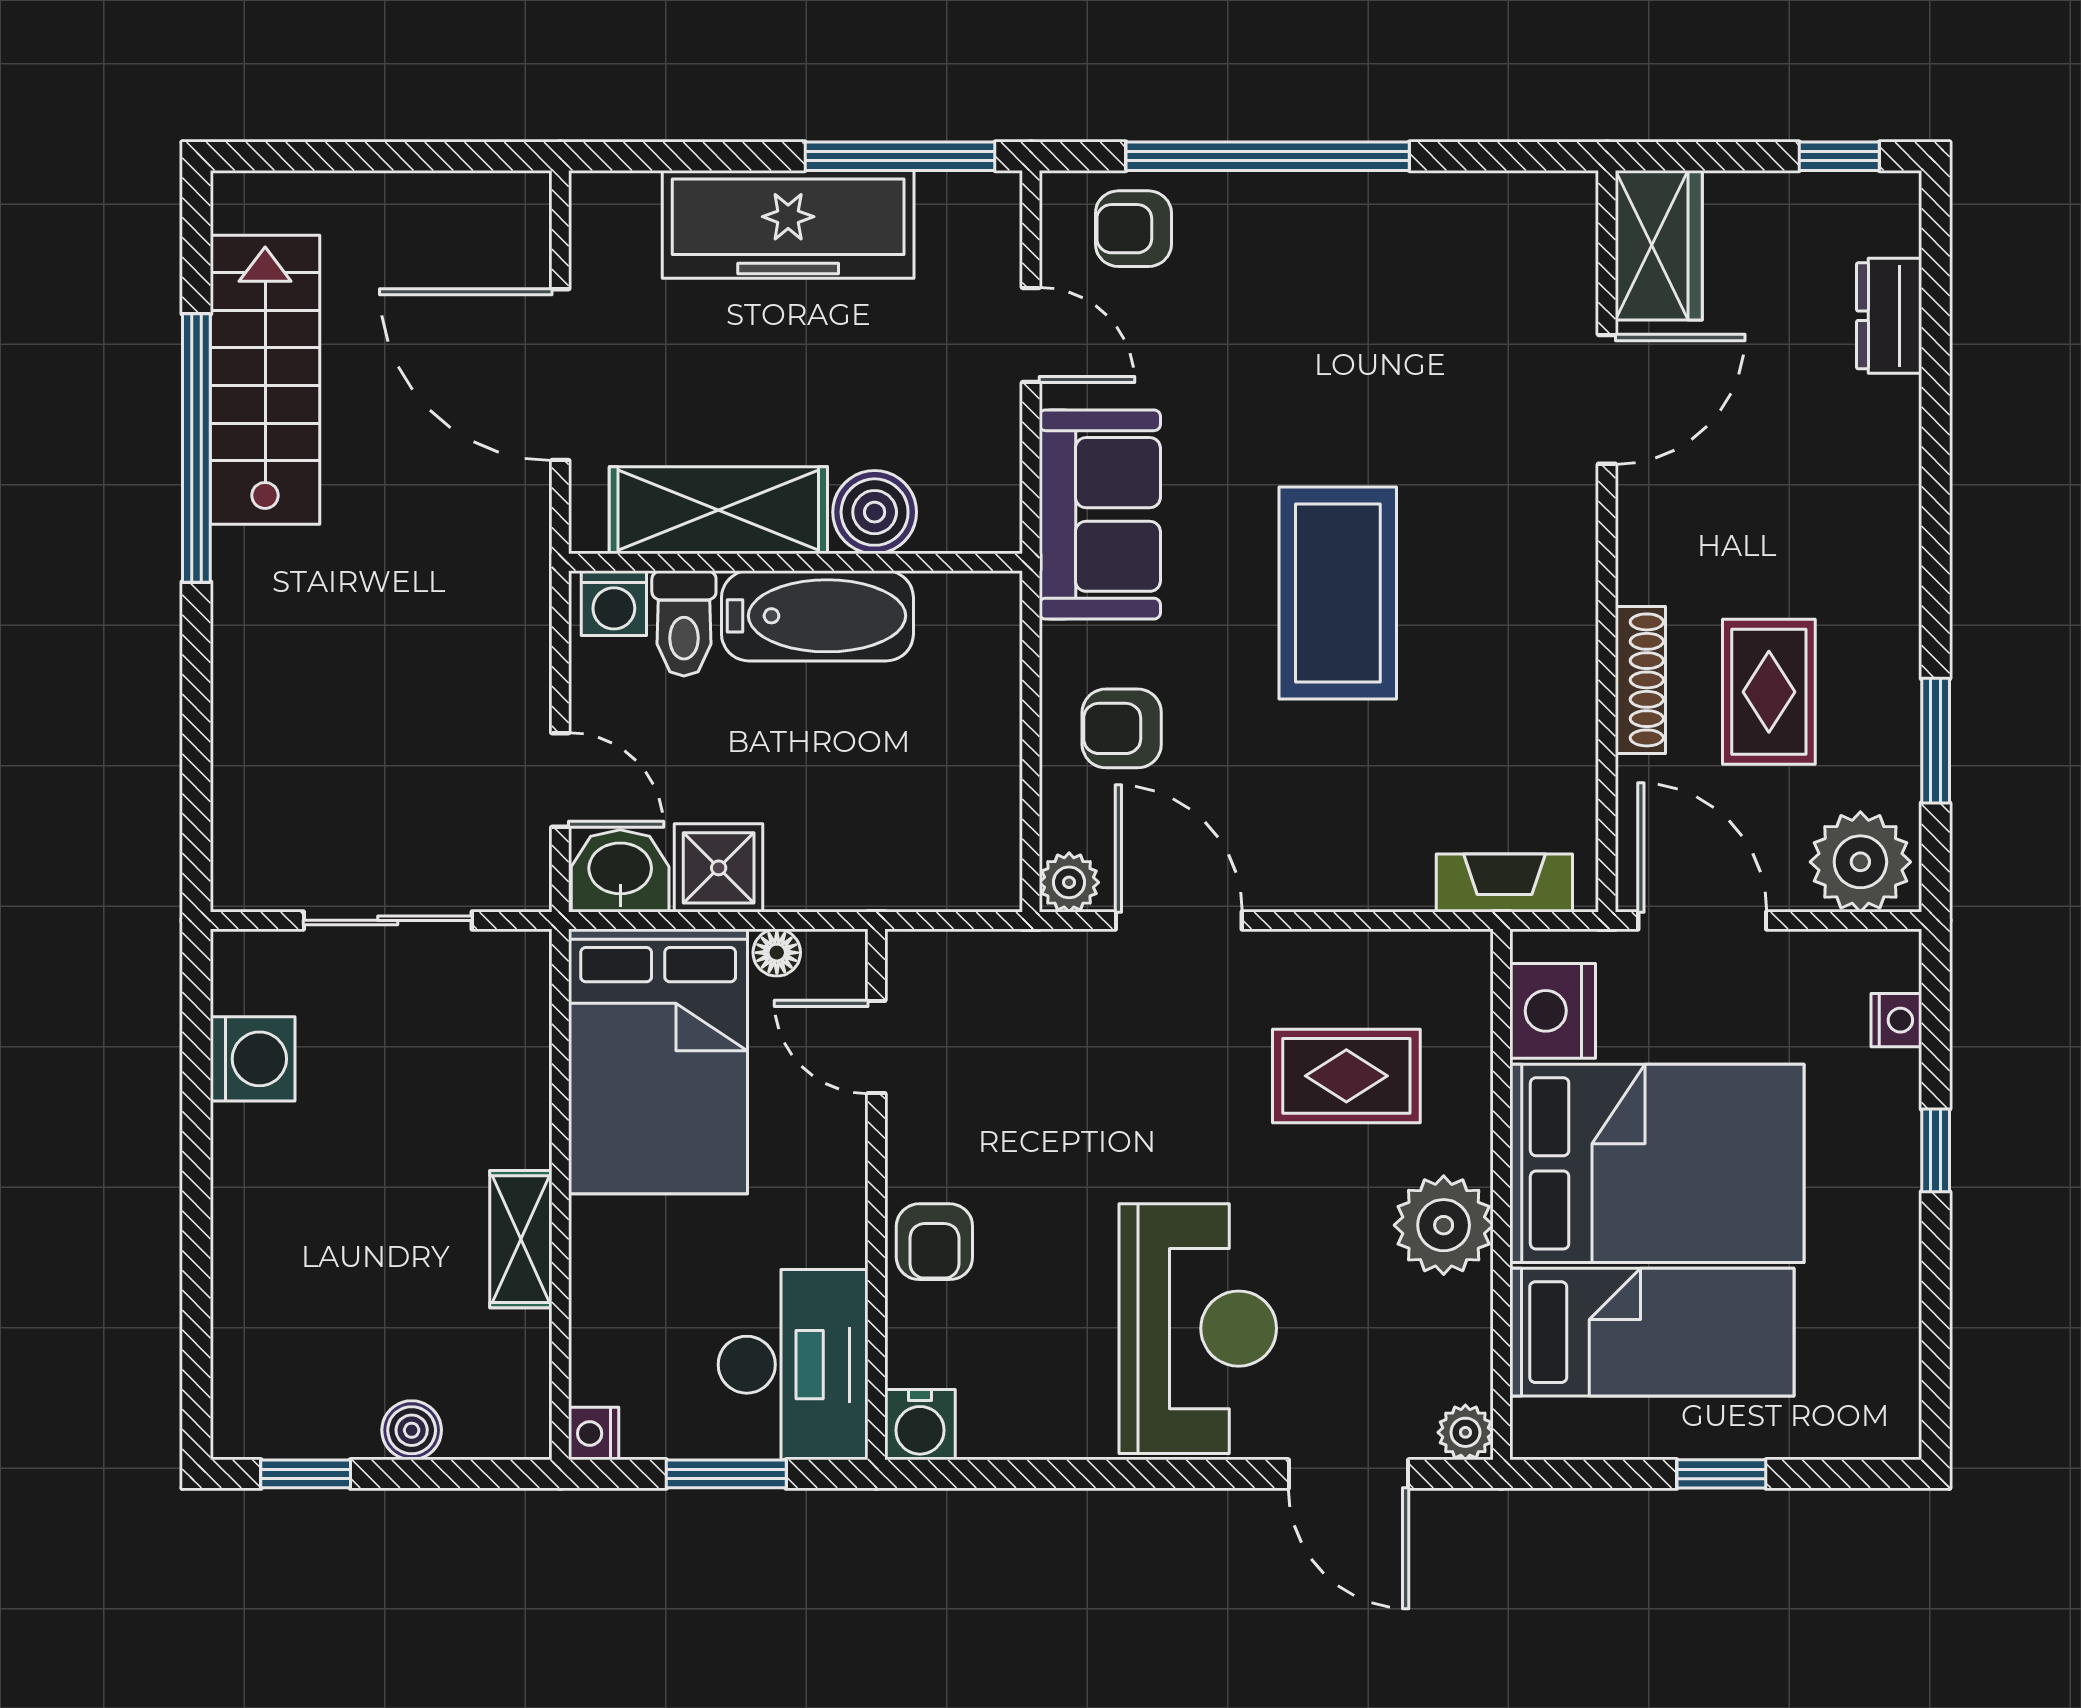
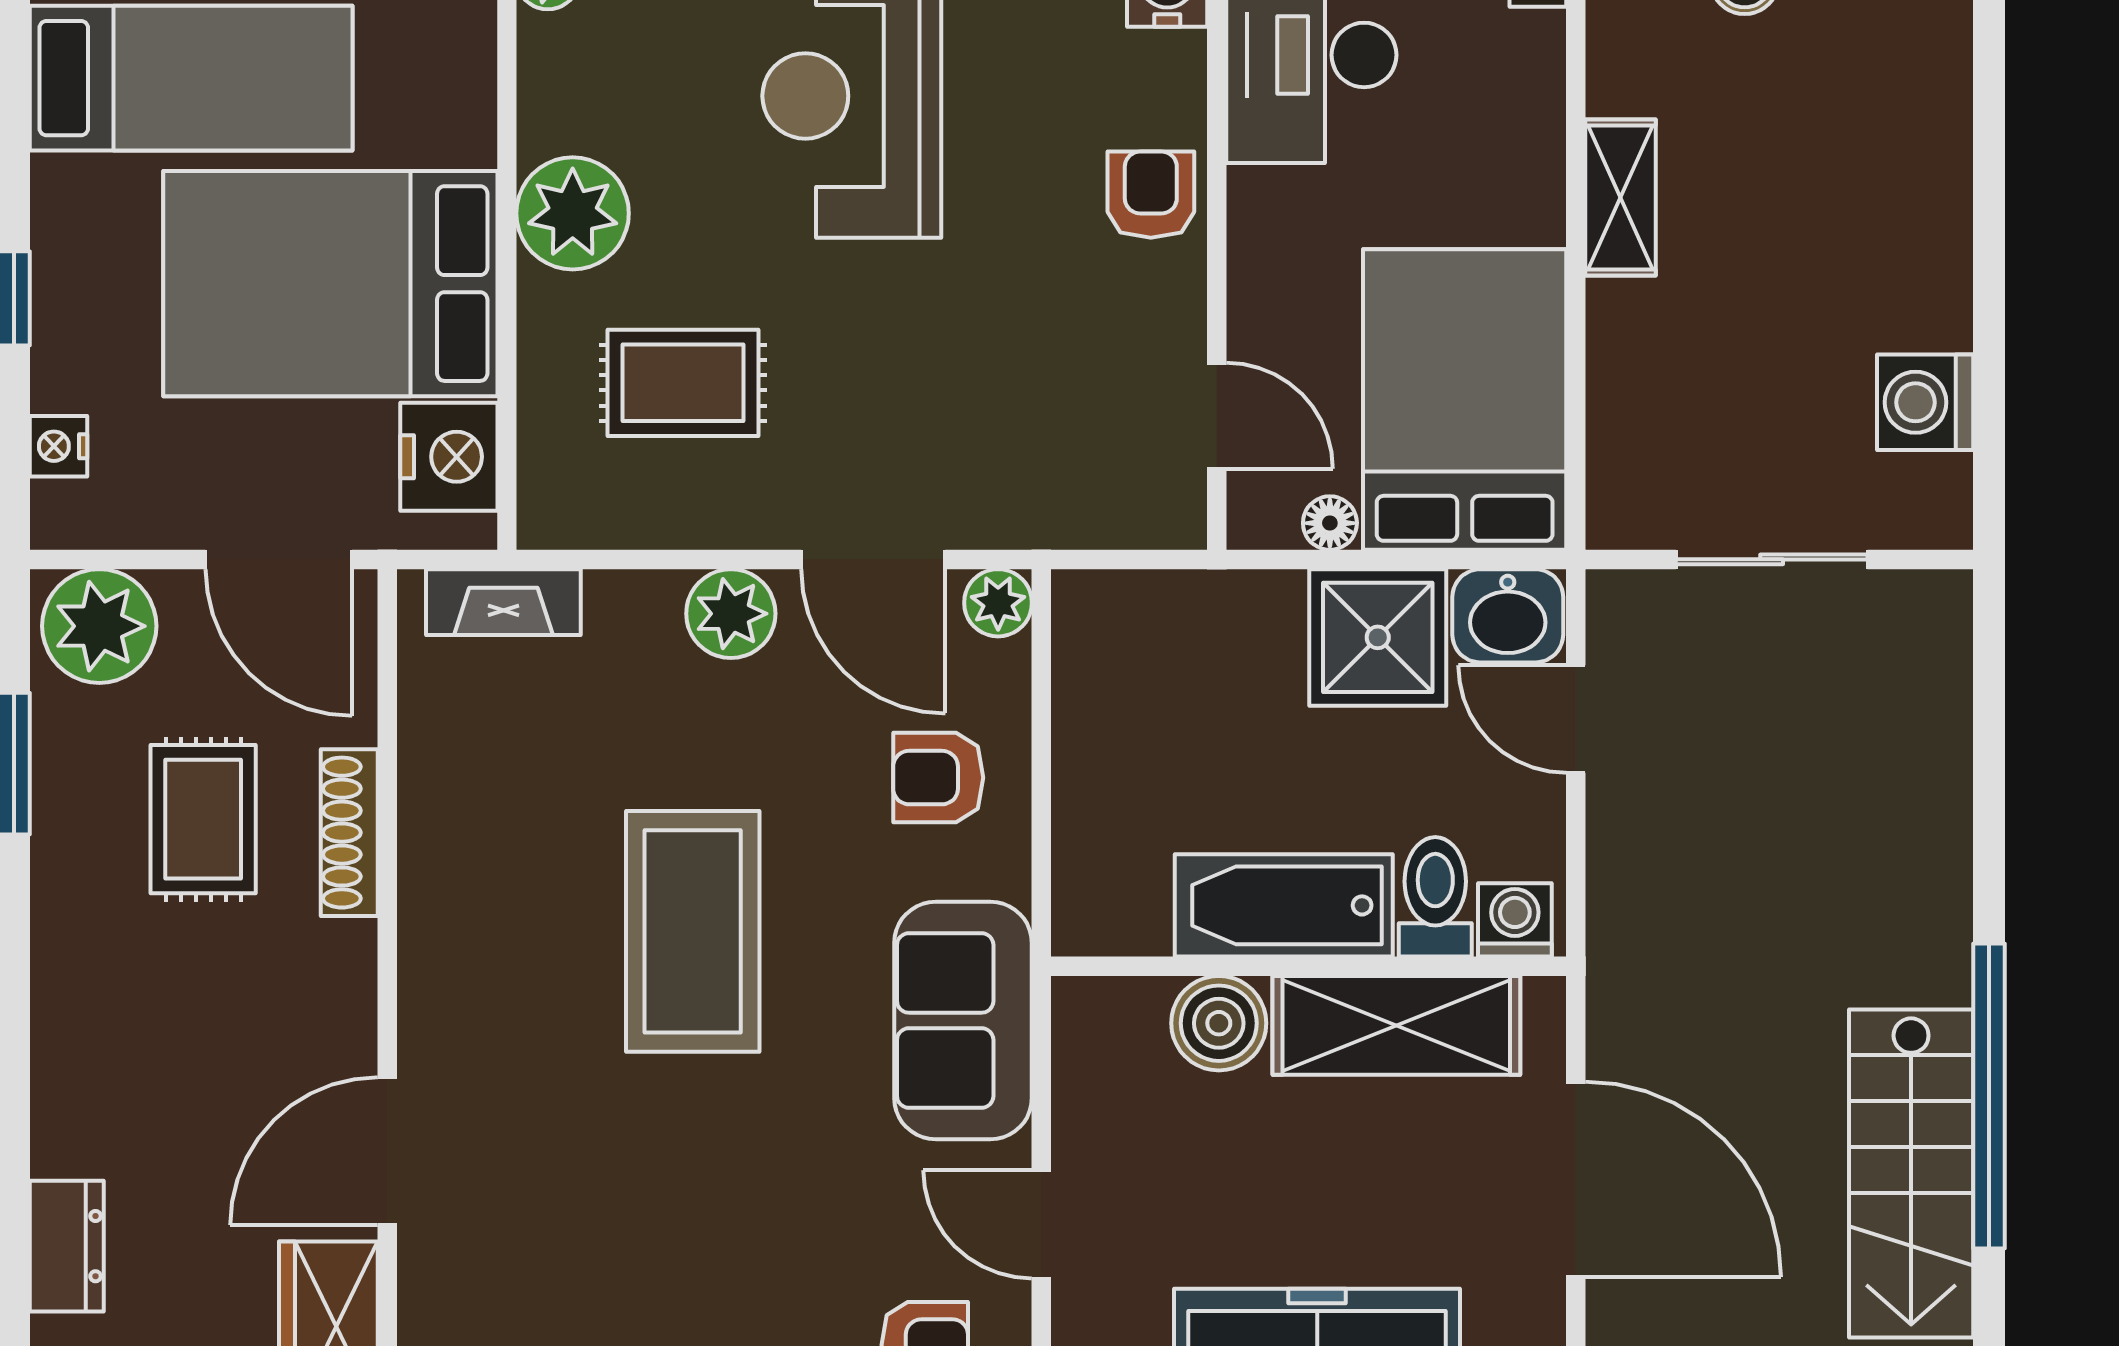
armchair: (1122, 728) -> (938, 778), turned 180
shower: (719, 868) -> (1378, 637), width x1.36, depth x1.36
plant: (1304, 873) -> (731, 614), added
bed: (1652, 1332) -> (191, 78), moved, turned 180

